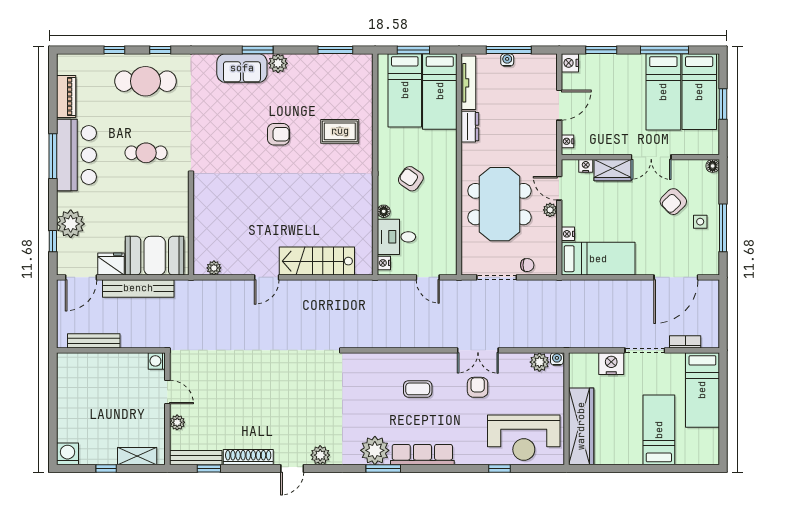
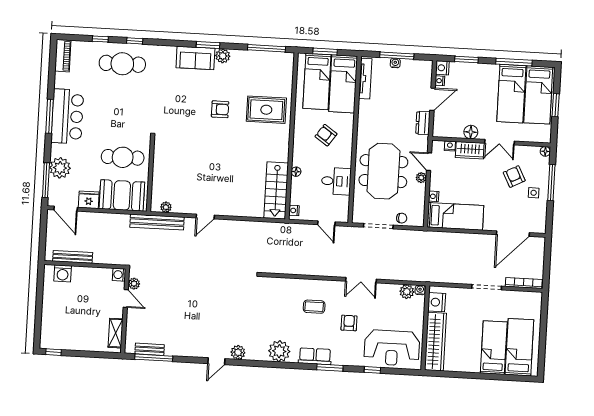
window: (335, 50) -> (266, 48), width x1.44
piano: (66, 96) -> (63, 56), moved
dresser: (470, 127) -> (423, 123), moved, turned 180
rug: (340, 131) -> (266, 110), width x1.36, depth x1.43
nightstand: (568, 141) -> (440, 81), moved
floor lamp: (612, 146) -> (471, 132), added
cafe table: (146, 153) -> (123, 157), moved, width x1.37, depth x1.35
armchair: (411, 179) -> (326, 135), moved
armchair: (673, 202) -> (514, 177), turned 107
window: (723, 228) -> (551, 183), moved
desk: (396, 237) -> (336, 181), moved, turned 180
window: (53, 241) -> (46, 180), width x2.17
stairs: (317, 261) -> (276, 190), moved, turned -90
door: (81, 277) -> (66, 209), hinge flipped
bench: (138, 288) -> (157, 222), moved
bookcase: (685, 342) -> (524, 283), width x1.56
nightstand: (611, 364) -> (437, 302), moved, turned -90
armchair: (478, 387) -> (349, 323), moved
bed: (702, 390) -> (519, 347), moved, turned 180
plant: (177, 422) -> (134, 284), moved
washing machine: (67, 454) -> (63, 273), moved, turned 180
row of seats: (422, 455) -> (315, 356), width x0.68
shelving: (137, 456) -> (116, 333), moved, turned 90
shoe rack: (248, 457) -> (184, 351), removed
bench: (196, 458) -> (150, 349), width x0.73
window: (106, 468) -> (54, 352), moved
window: (209, 468) -> (154, 358), width x2.17
window: (383, 468) -> (330, 368), moved

